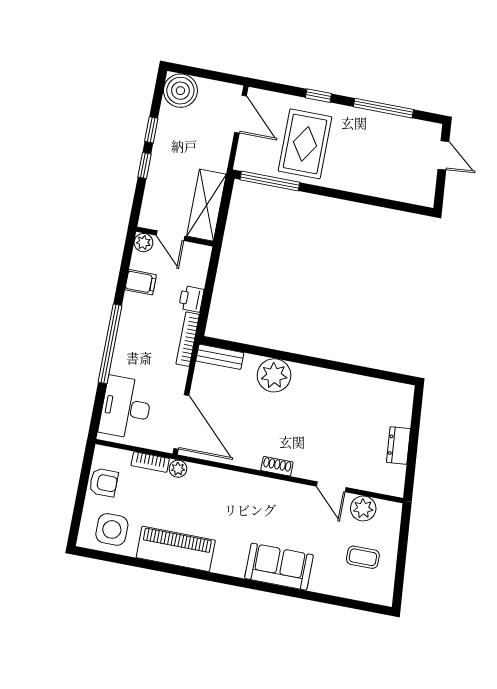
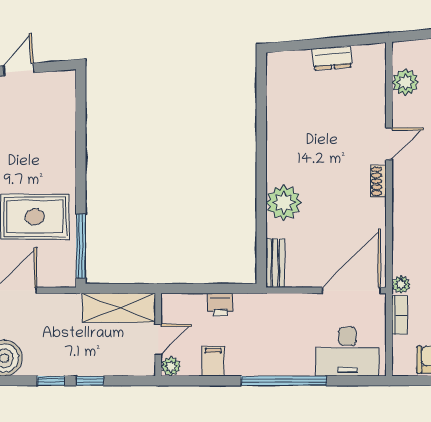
bookcase: (188, 339) -> (263, 300), removed
door: (331, 487) -> (389, 144), moved

